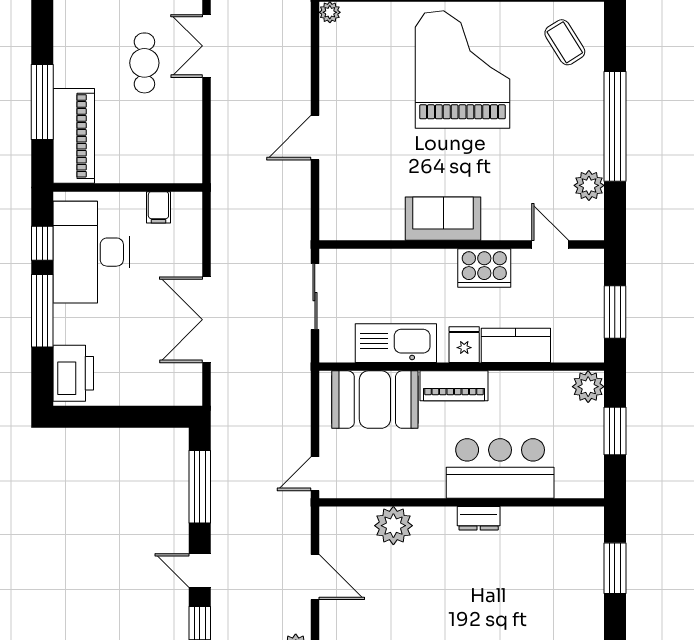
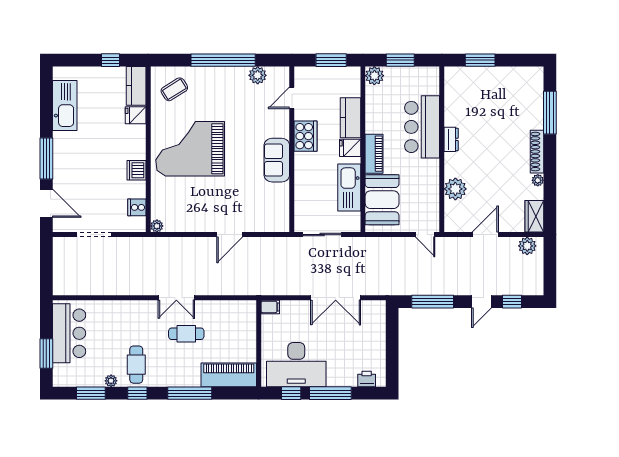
window: (42, 102) -> (190, 393), moved
door: (315, 138) -> (230, 235), hinge flipped
filing cabinet: (158, 207) -> (270, 307), moved
printer: (73, 373) -> (367, 379), width x0.53, depth x0.68

